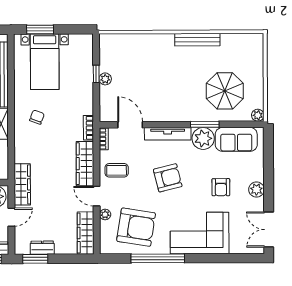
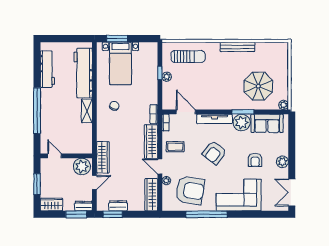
sun lounger: (133, 52) -> (188, 57), added
armchair: (168, 178) -> (214, 153), turned 141

